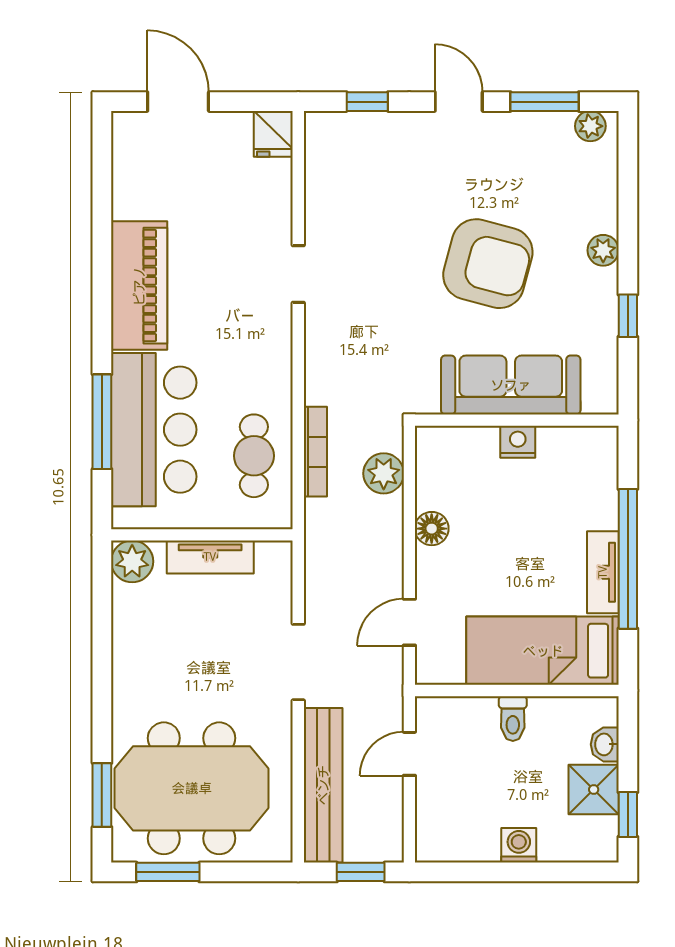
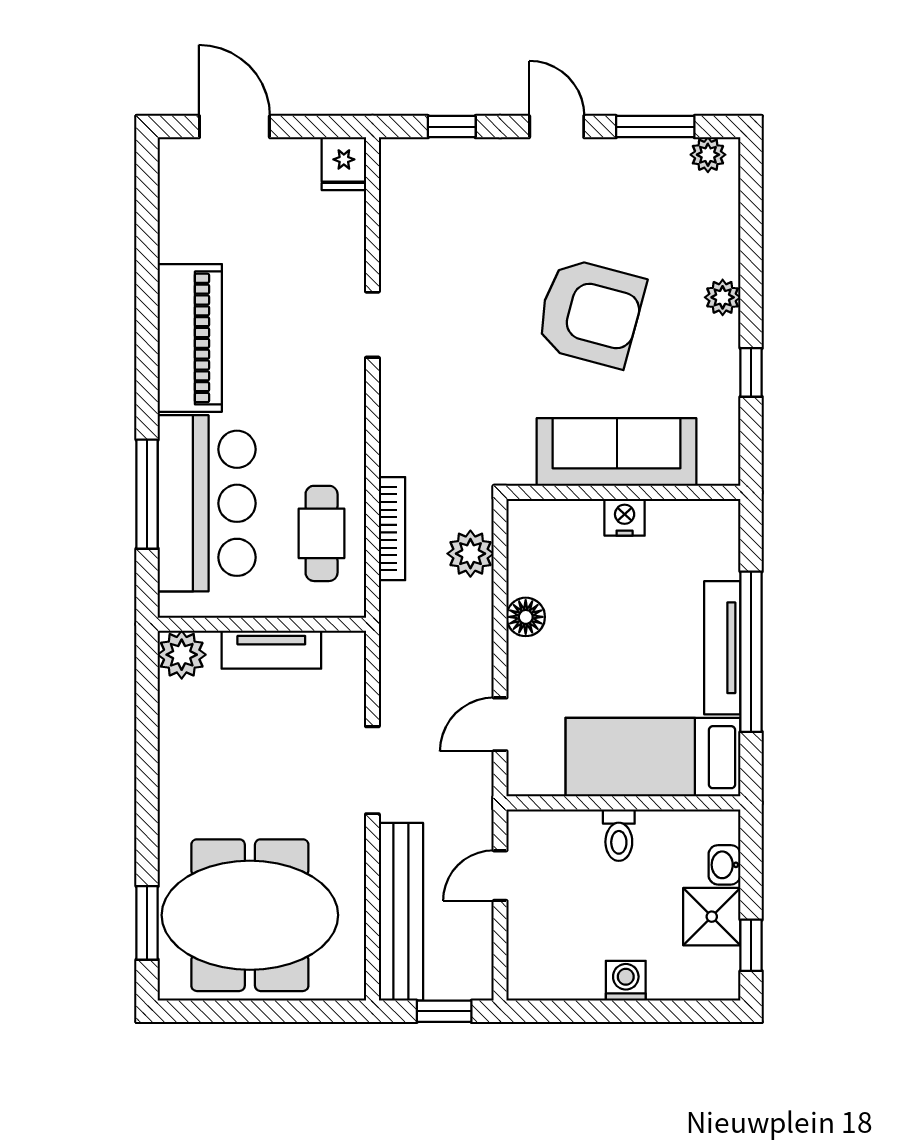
tv unit: (603, 572) -> (722, 648), width x1.41
window: (168, 872) -> (223, 1011), removed

